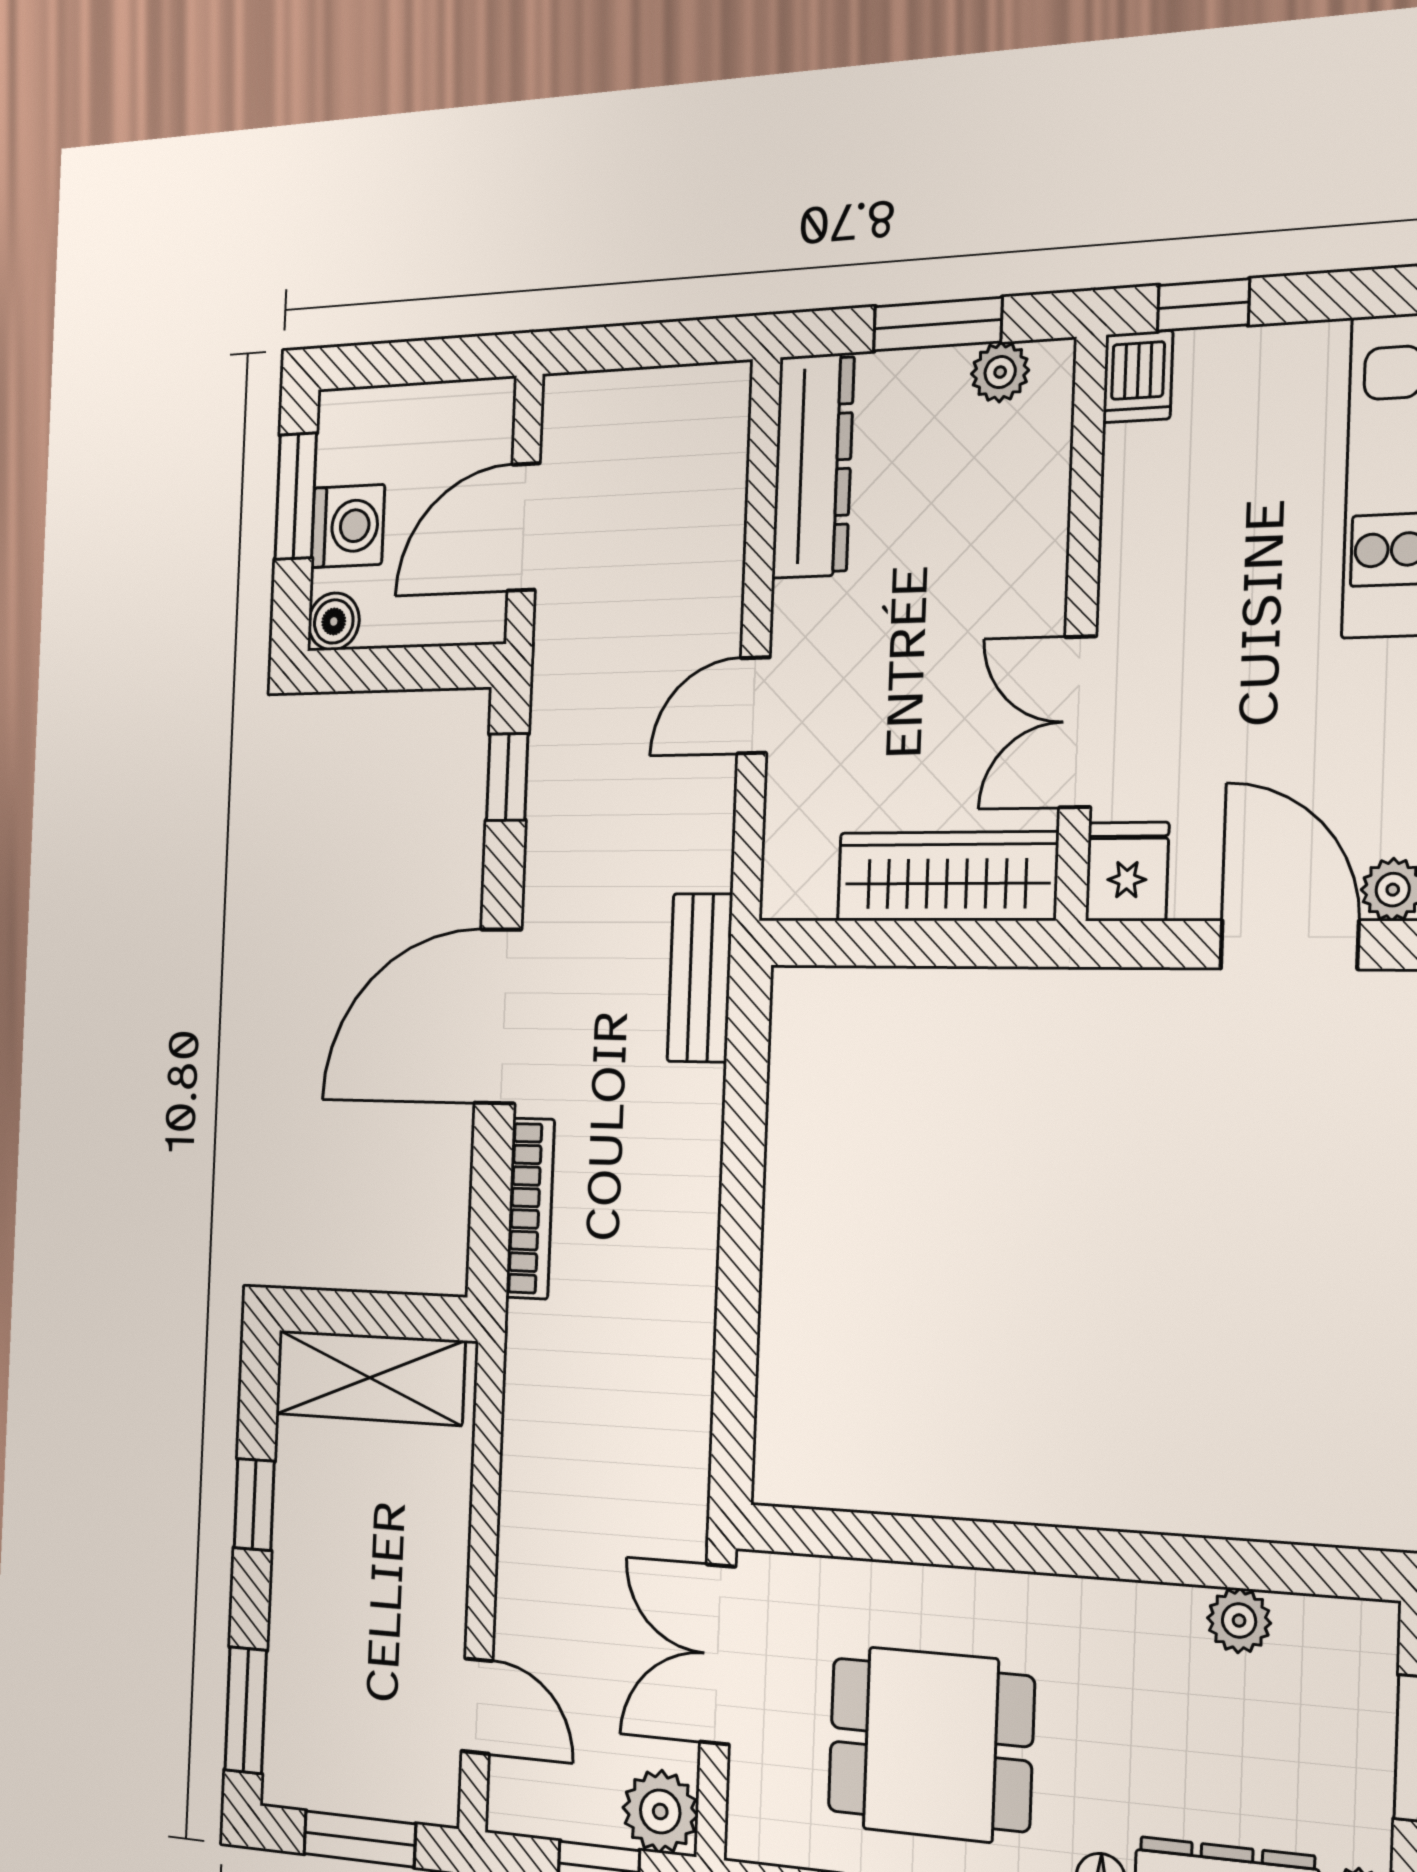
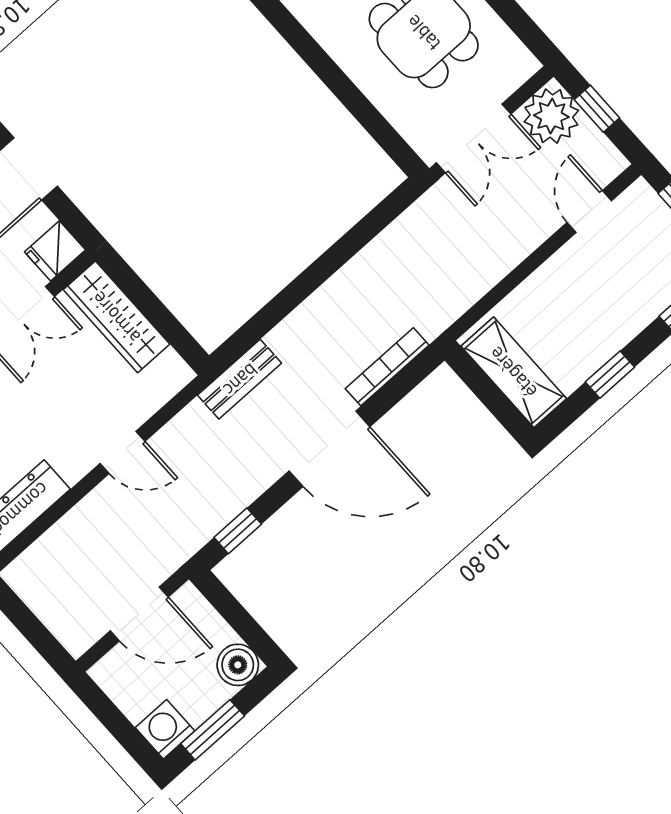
washing machine: (348, 526) -> (165, 729), moved
boiler: (334, 621) -> (238, 665), width x1.36, depth x1.36
plant: (660, 1811) -> (551, 116), width x1.36, depth x1.36

